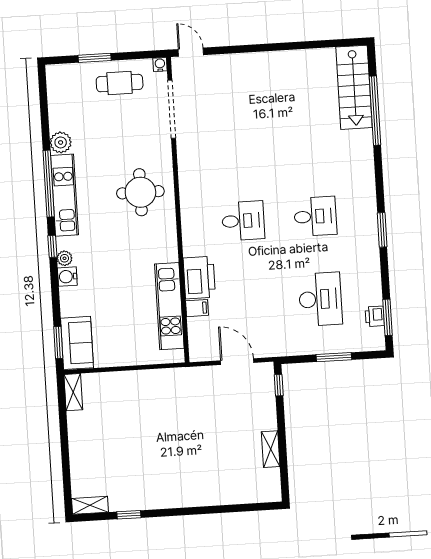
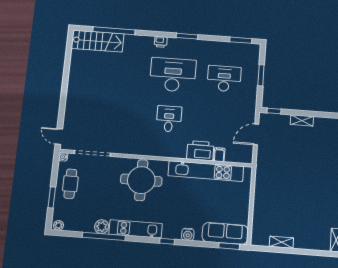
door: (191, 52) -> (59, 137), hinge flipped
window: (49, 184) -> (104, 236), moved
round table: (140, 192) -> (141, 180), width x1.36, depth x1.36
desk: (315, 216) -> (173, 75), width x1.87, depth x1.30
plant: (65, 258) -> (58, 225), moved
kitchen unit: (169, 306) -> (206, 171), width x1.36
printer: (375, 316) -> (161, 42), moved
sofa: (77, 343) -> (225, 233), width x1.36
shelving: (73, 392) -> (281, 242), moved
shelving: (271, 449) -> (302, 120), moved

